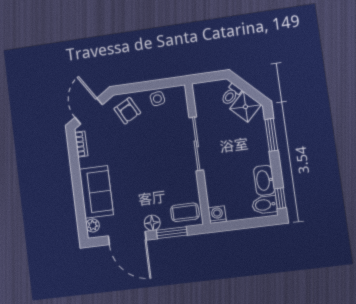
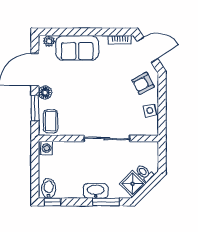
washbasin: (264, 180) -> (96, 191), moved

